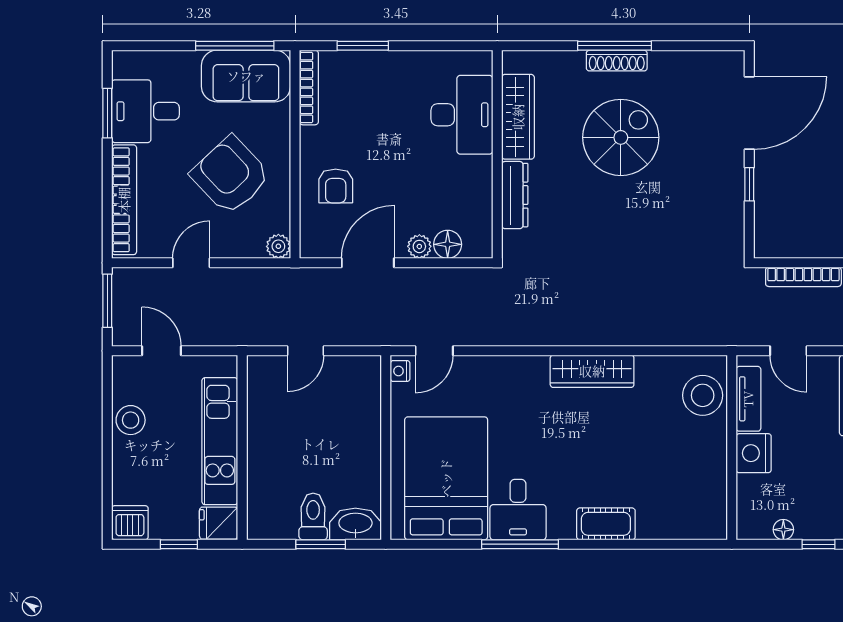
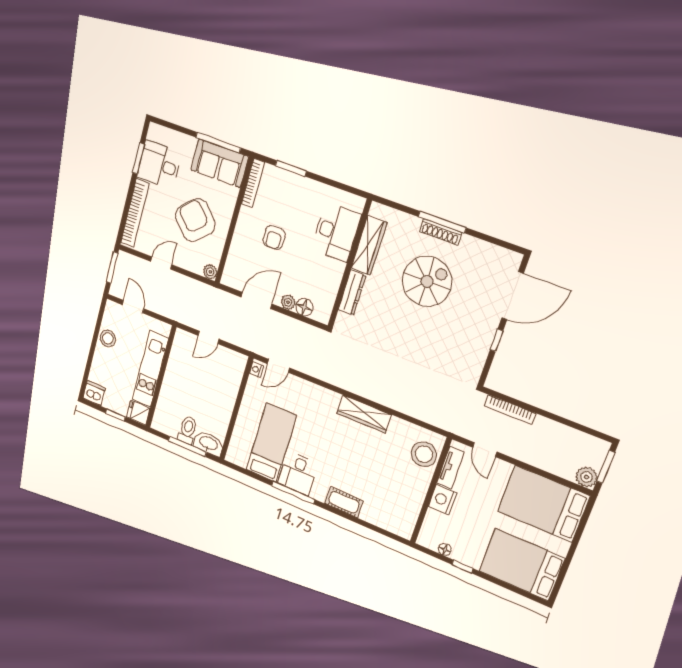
armchair: (336, 186) -> (274, 238), moved
bed: (446, 478) -> (271, 443), width x0.67
window: (321, 544) -> (187, 446), width x1.44

